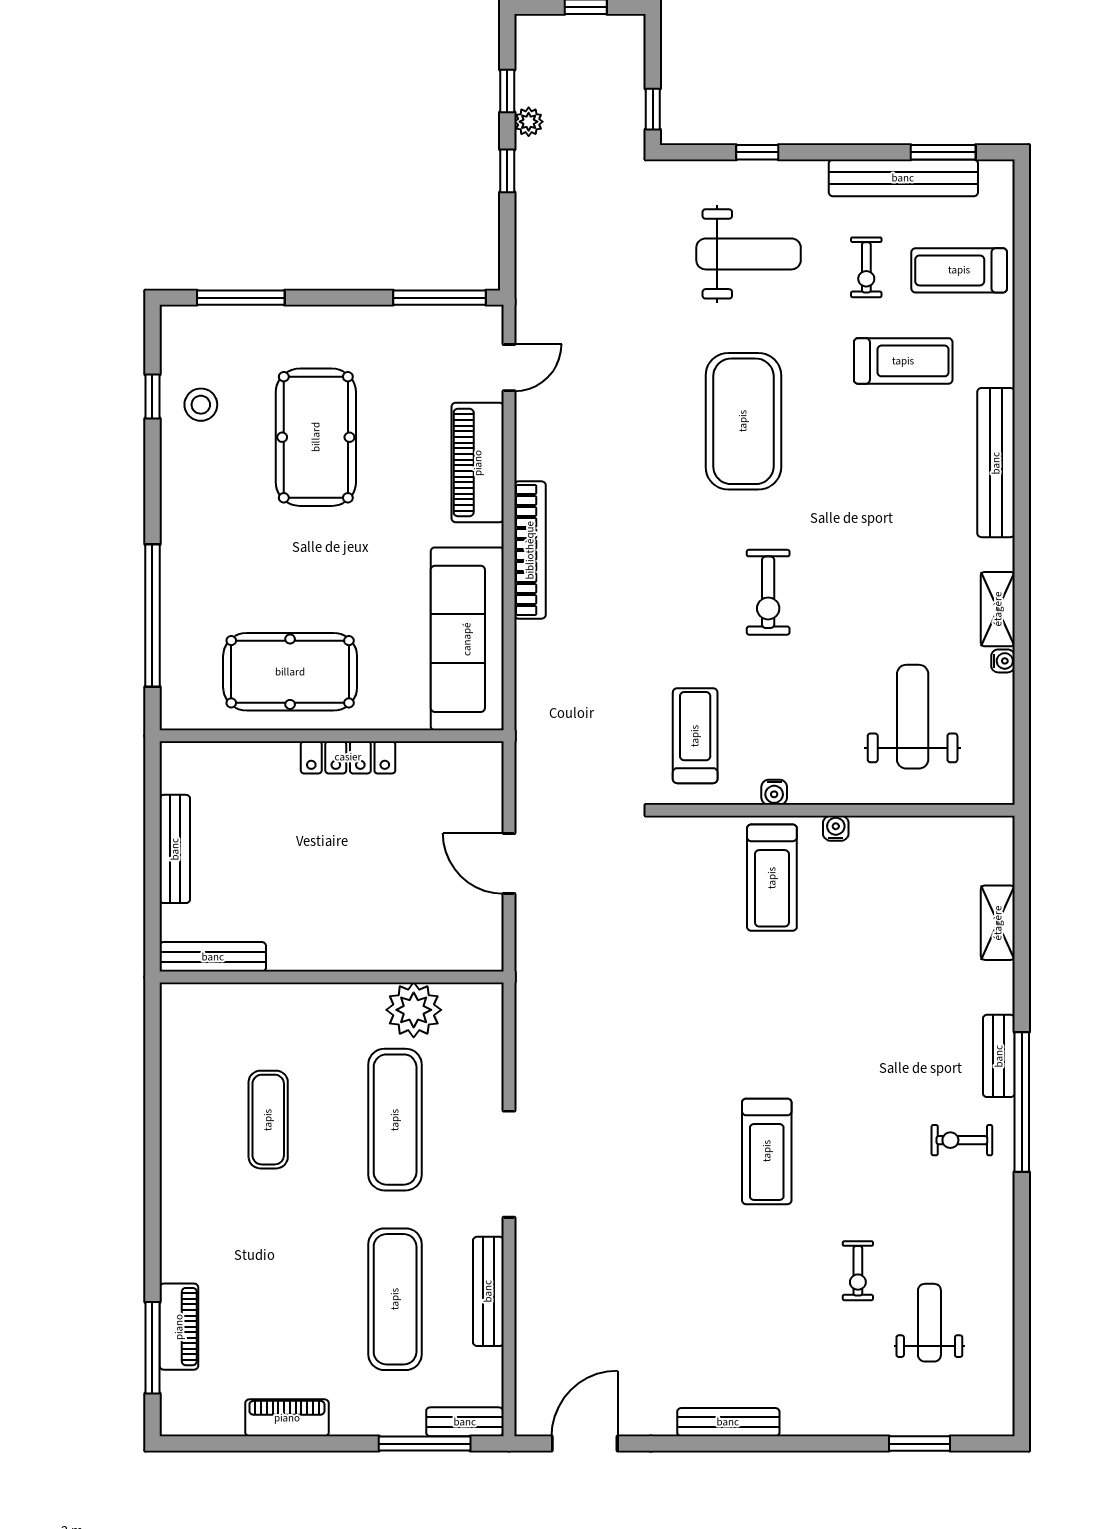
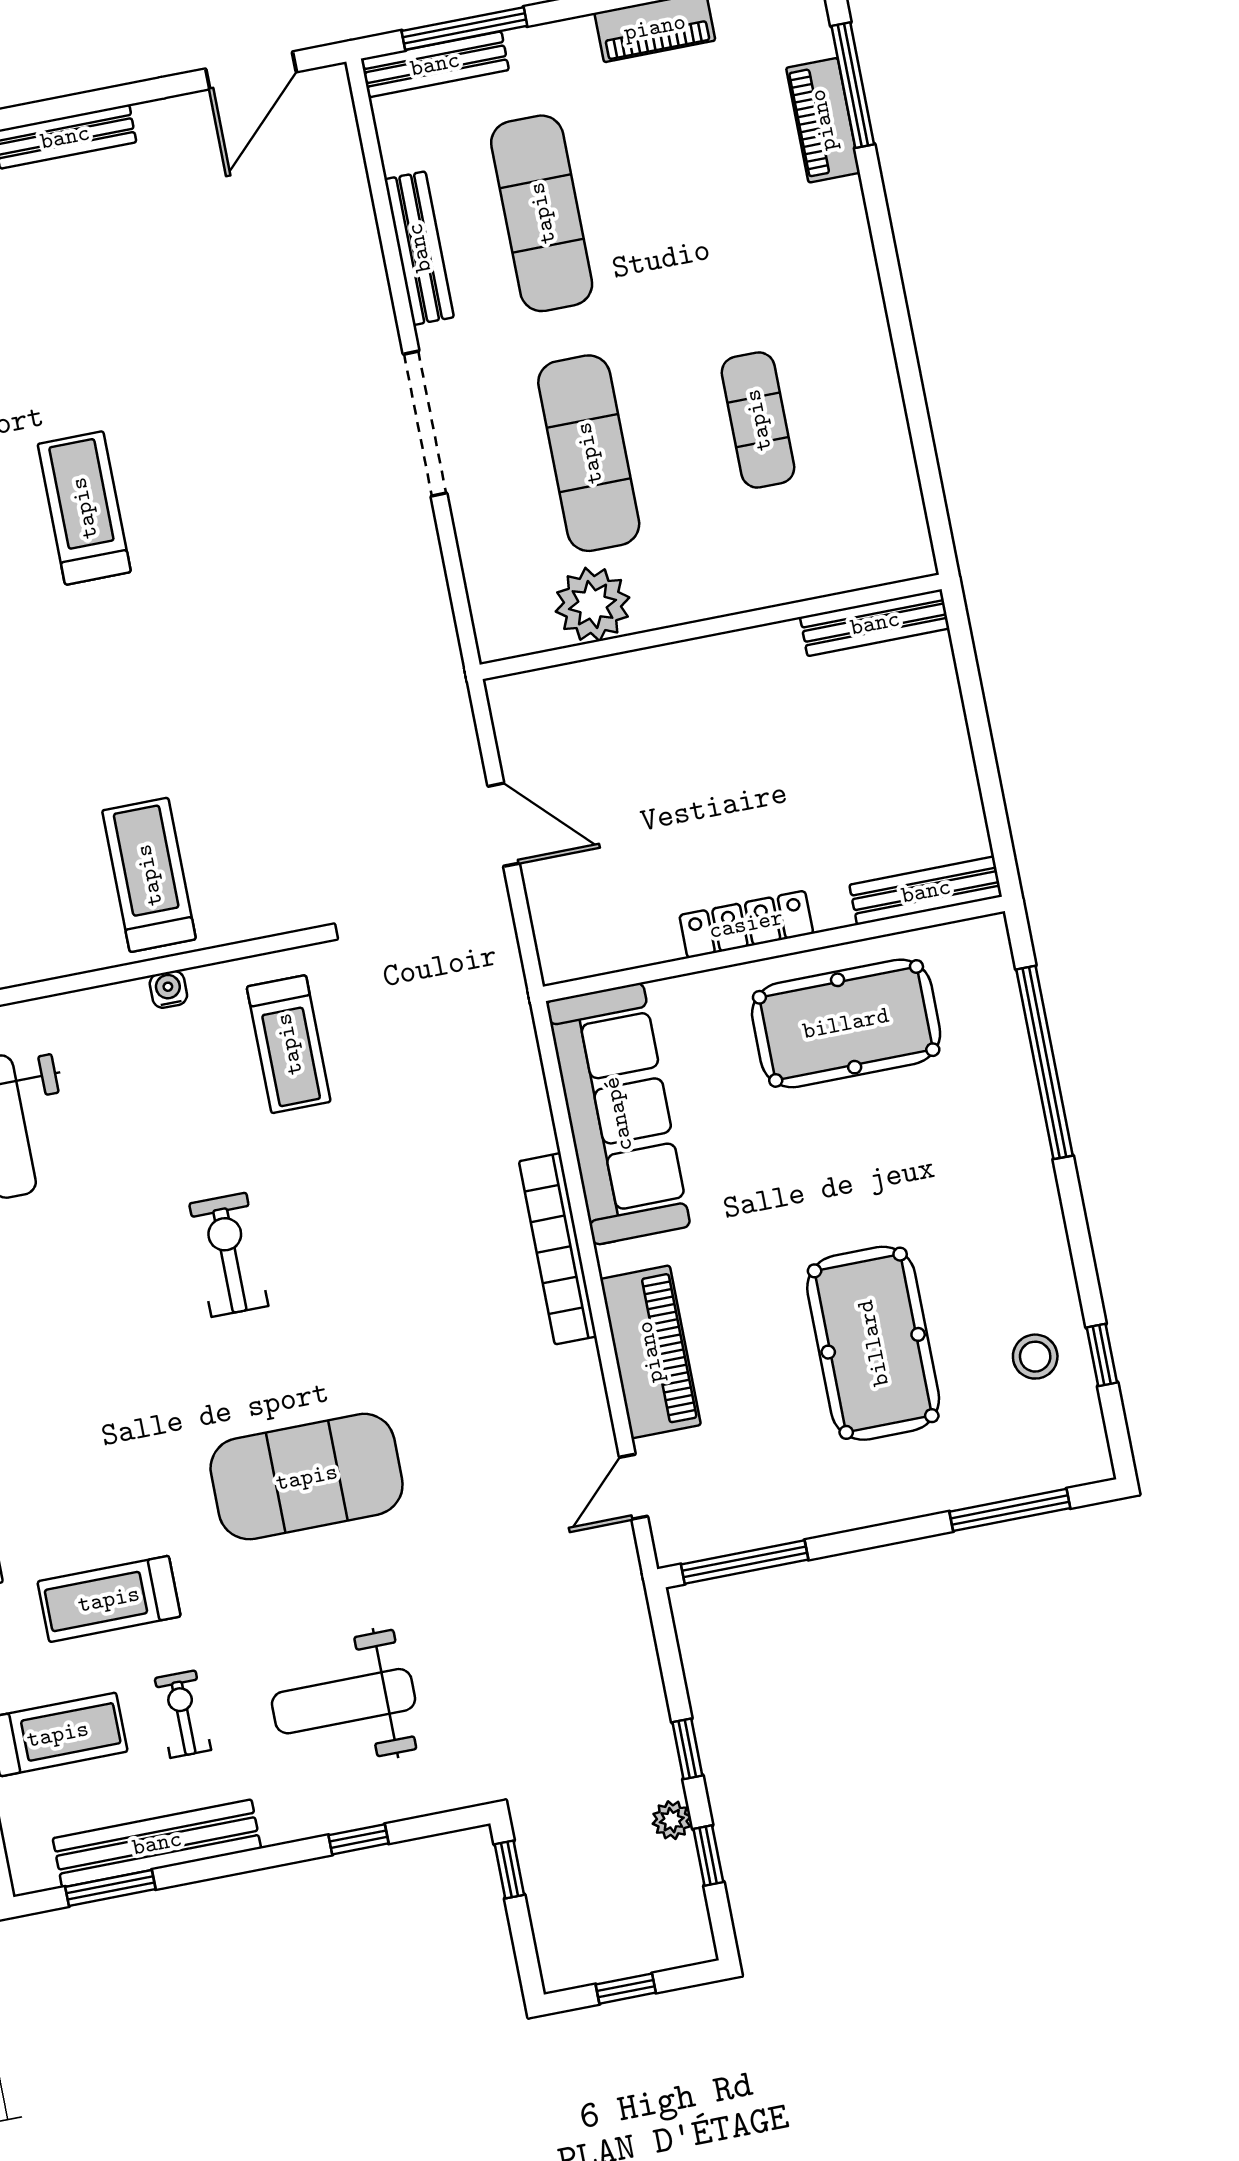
exercise mat: (743, 421) -> (307, 1477), turned 90
water cooler: (836, 828) -> (77, 957), removed
bench: (175, 849) -> (926, 891), moved, turned 90
bench: (465, 1422) -> (435, 64), width x1.36

